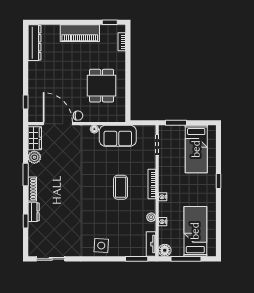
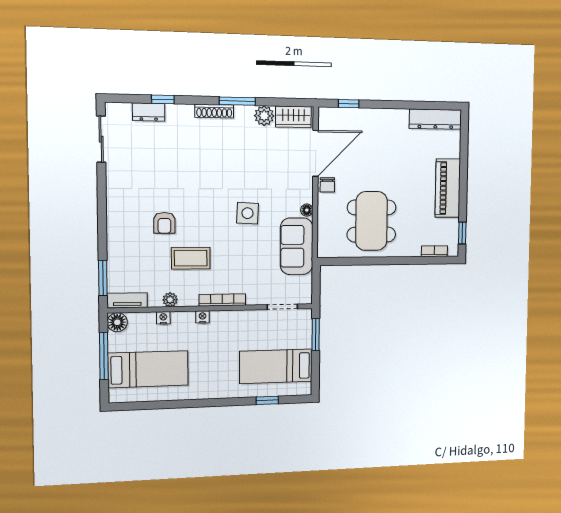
dining table: (102, 86) -> (371, 221), width x1.37
window: (219, 181) -> (267, 400), moved
coffee table: (121, 187) -> (191, 258), moved
dresser: (34, 212) -> (149, 112), moved
armchair: (102, 221) -> (164, 223), added
side table: (101, 246) -> (248, 213), moved

